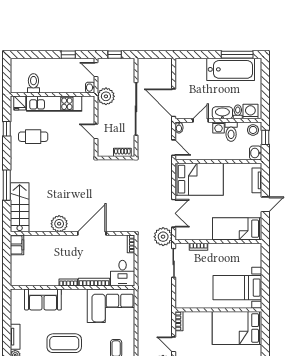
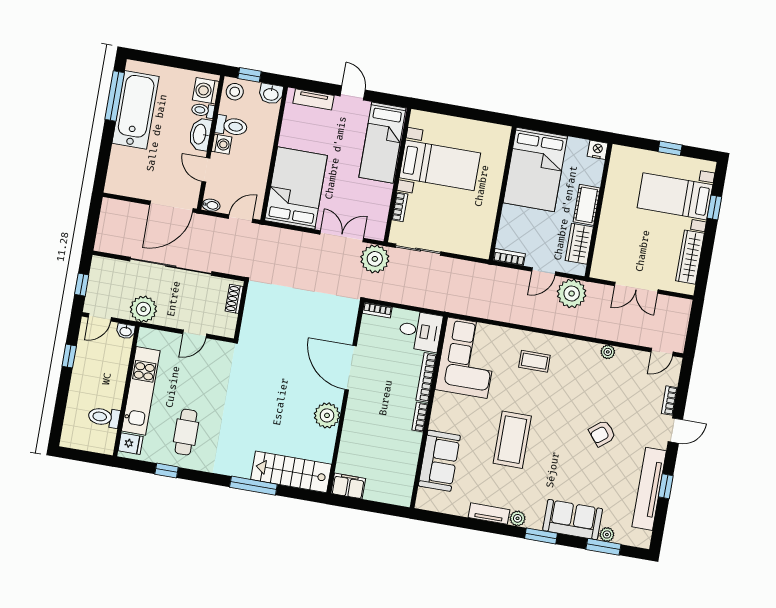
bed with nightstands: (237, 288) -> (440, 165), moved, turned -90

